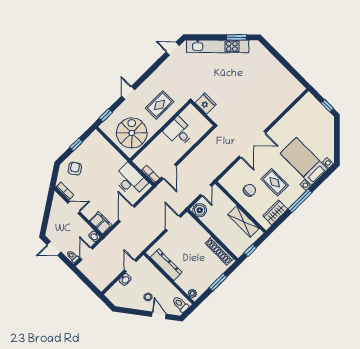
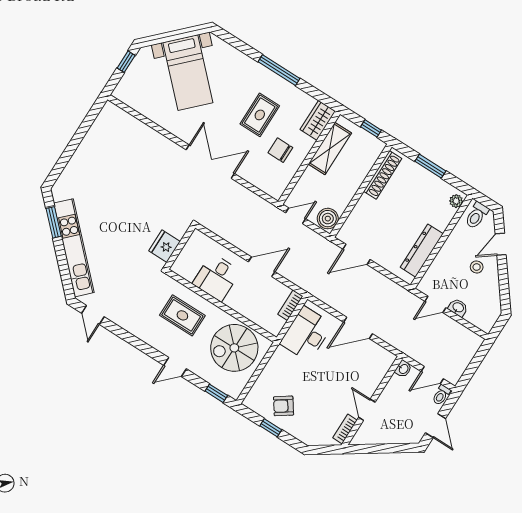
bed with nightstands: (304, 161) -> (188, 73), moved, turned -45
armchair: (75, 169) -> (284, 406), moved
door: (169, 172) -> (262, 267), moved
wardrobe: (275, 212) -> (318, 120), moved, turned 90
filing cabinet: (101, 223) -> (381, 364), removed

